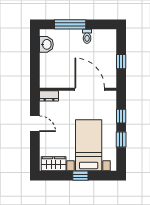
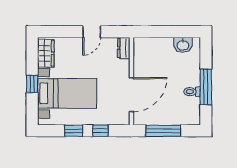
window: (70, 24) -> (206, 87), moved
window: (121, 62) -> (163, 131), width x2.17

